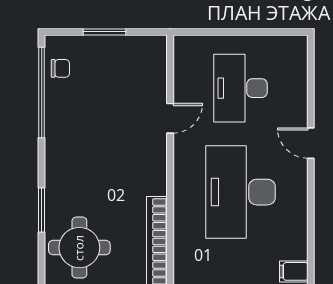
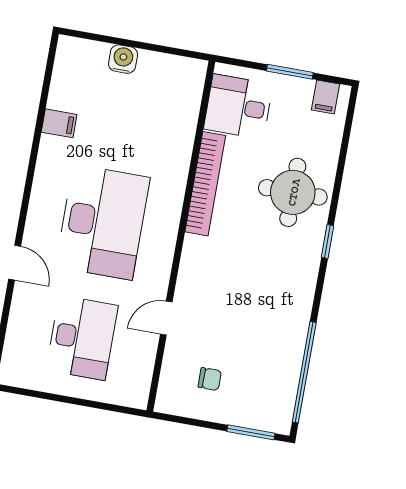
window: (105, 32) -> (251, 432), moved
chair: (60, 68) -> (210, 379), moved, turned 180
window: (42, 210) -> (327, 242), width x0.67

